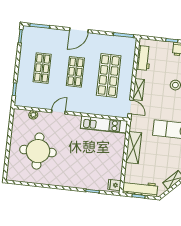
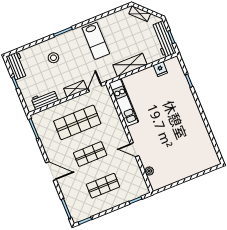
round table: (38, 151) -> (180, 149), removed
fridge: (114, 185) -> (160, 69), moved

